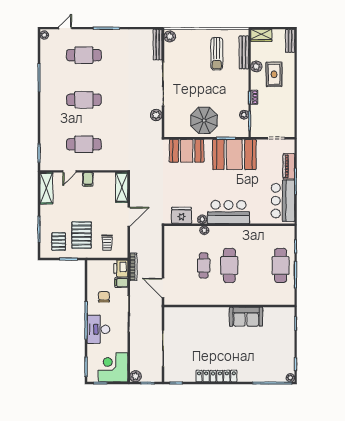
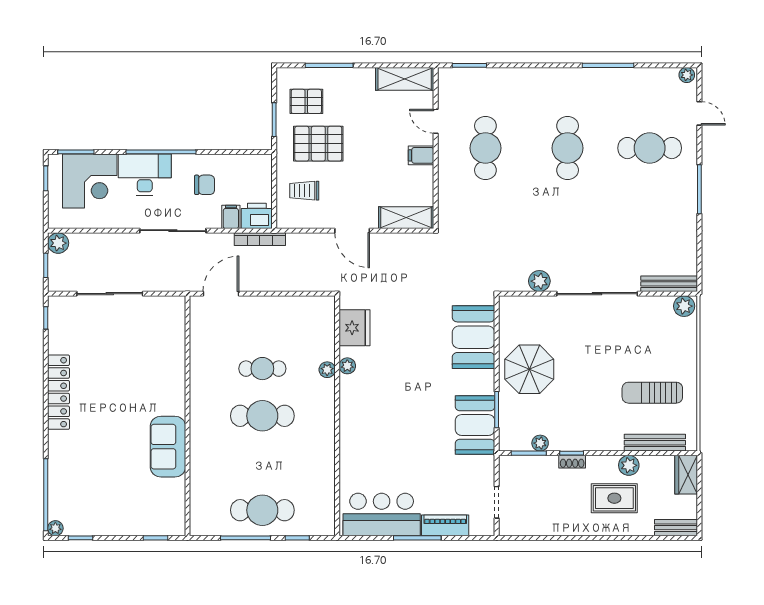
cafe table: (84, 55) -> (650, 148), turned 90
booth: (234, 154) -> (475, 425), width x0.73, depth x0.70
bar counter: (228, 212) -> (361, 414), removed
corner desk: (113, 367) -> (90, 181), moved, turned 90

